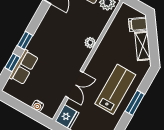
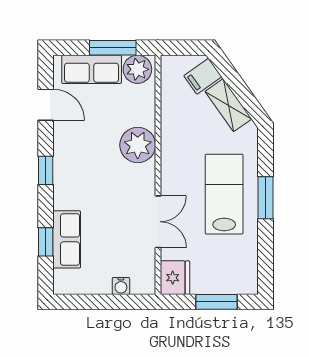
window: (25, 40) -> (46, 170), moved
plant: (90, 43) -> (138, 145), width x1.88, depth x1.88

